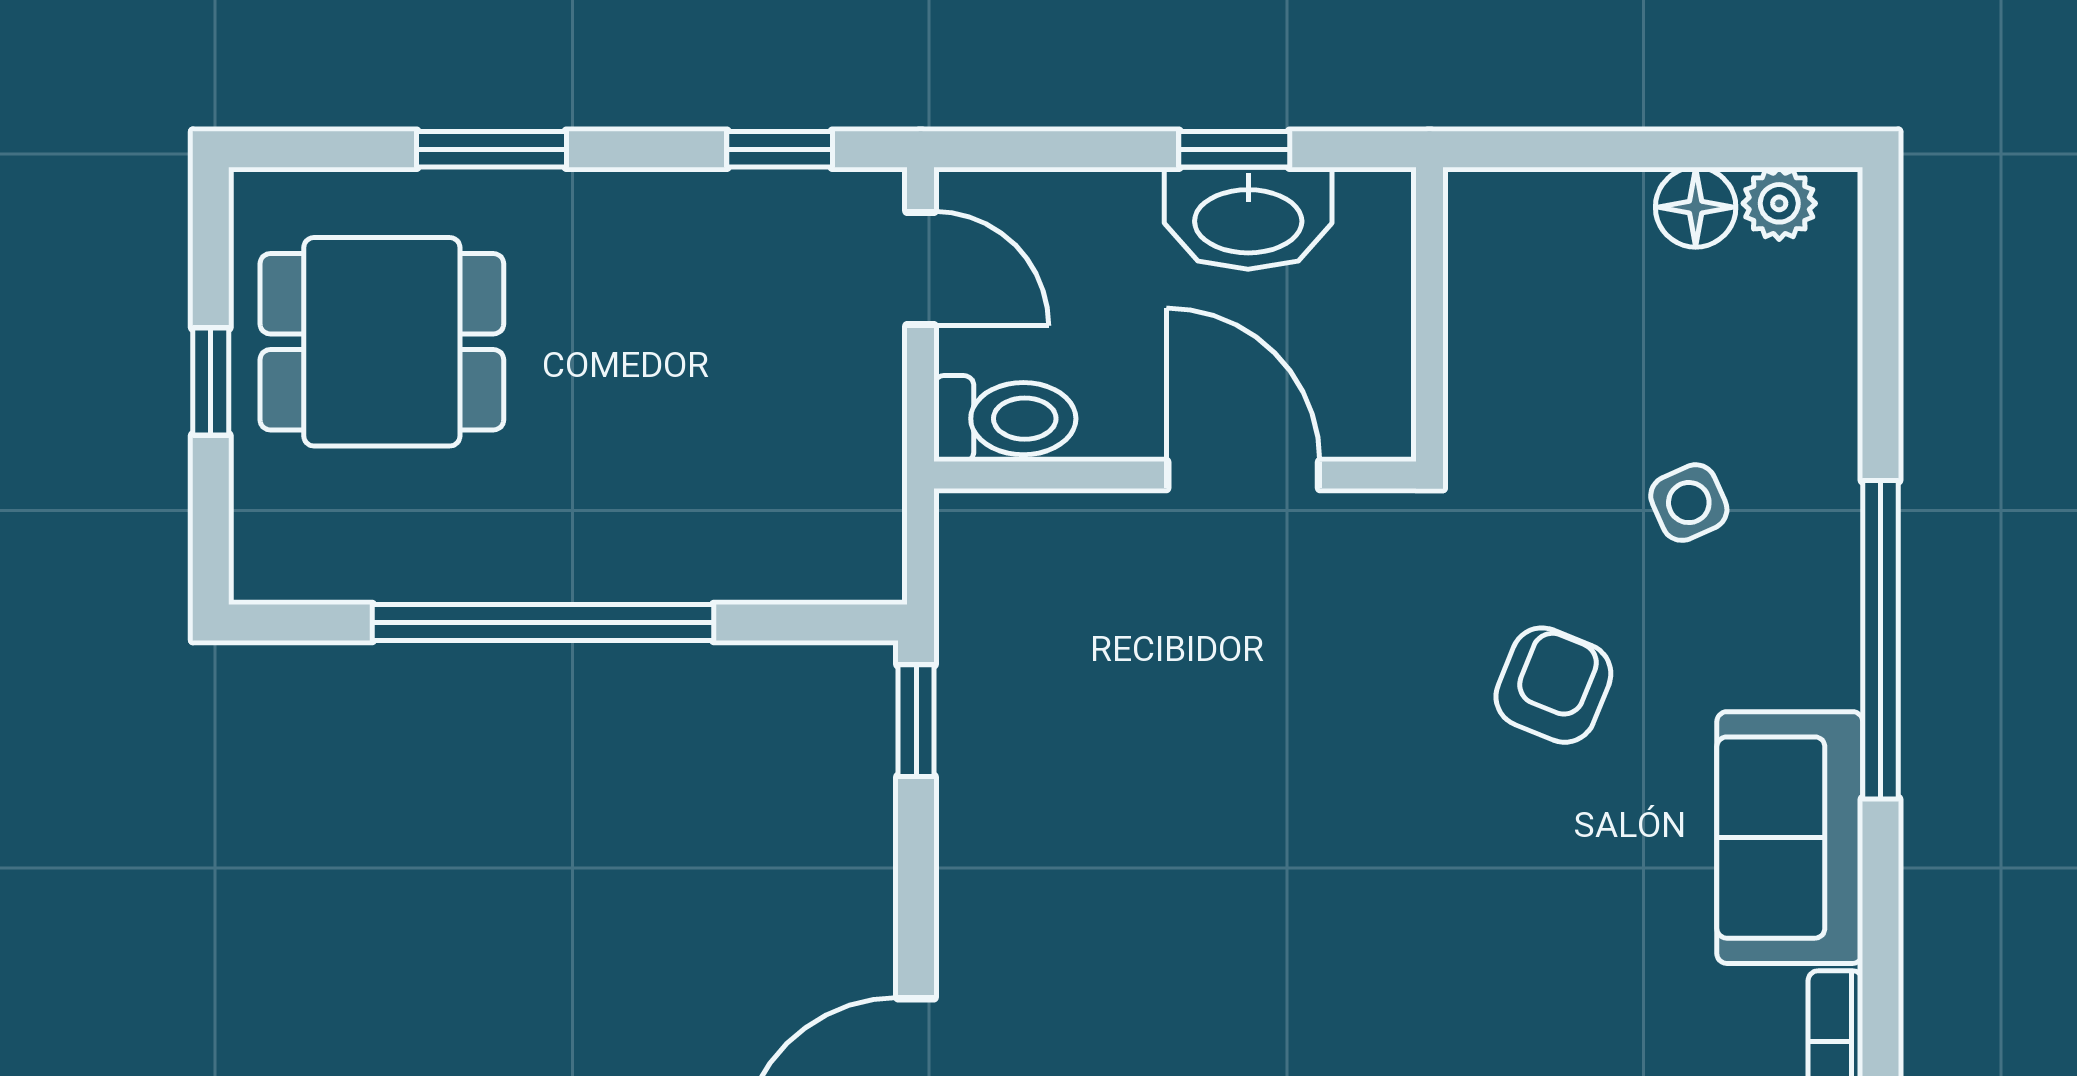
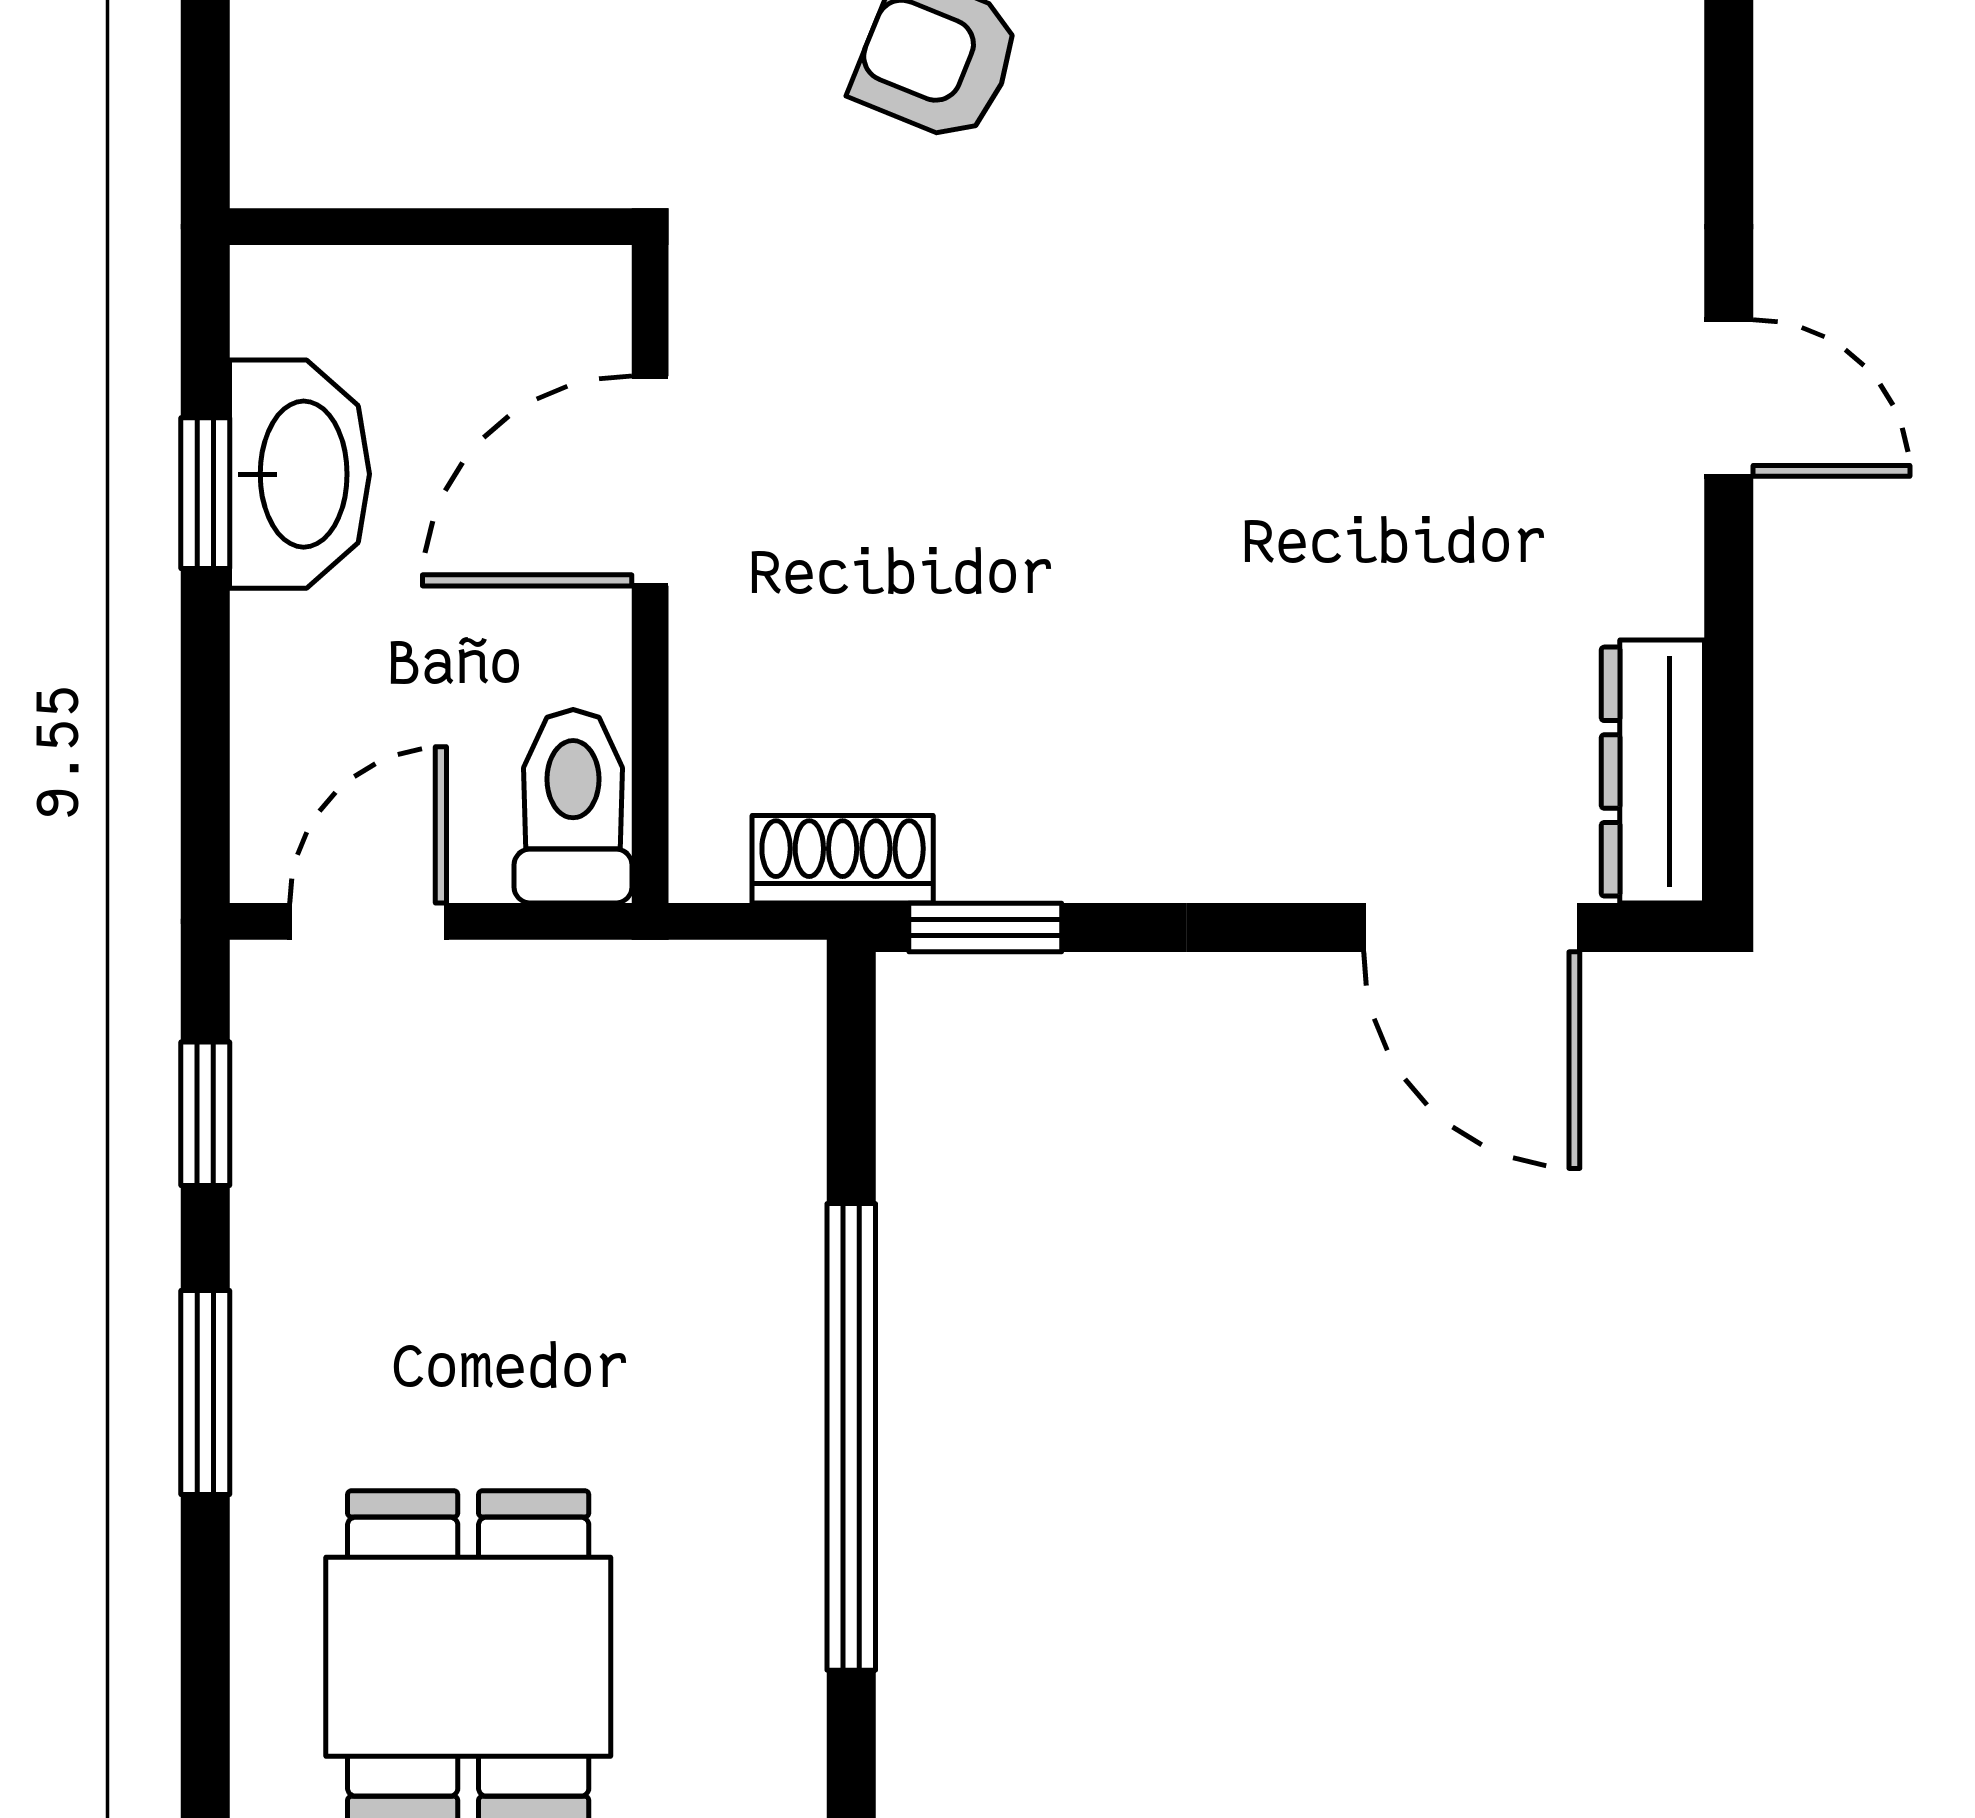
window: (492, 149) -> (205, 1392), moved
shoe rack: (966, 616) -> (843, 859), added

